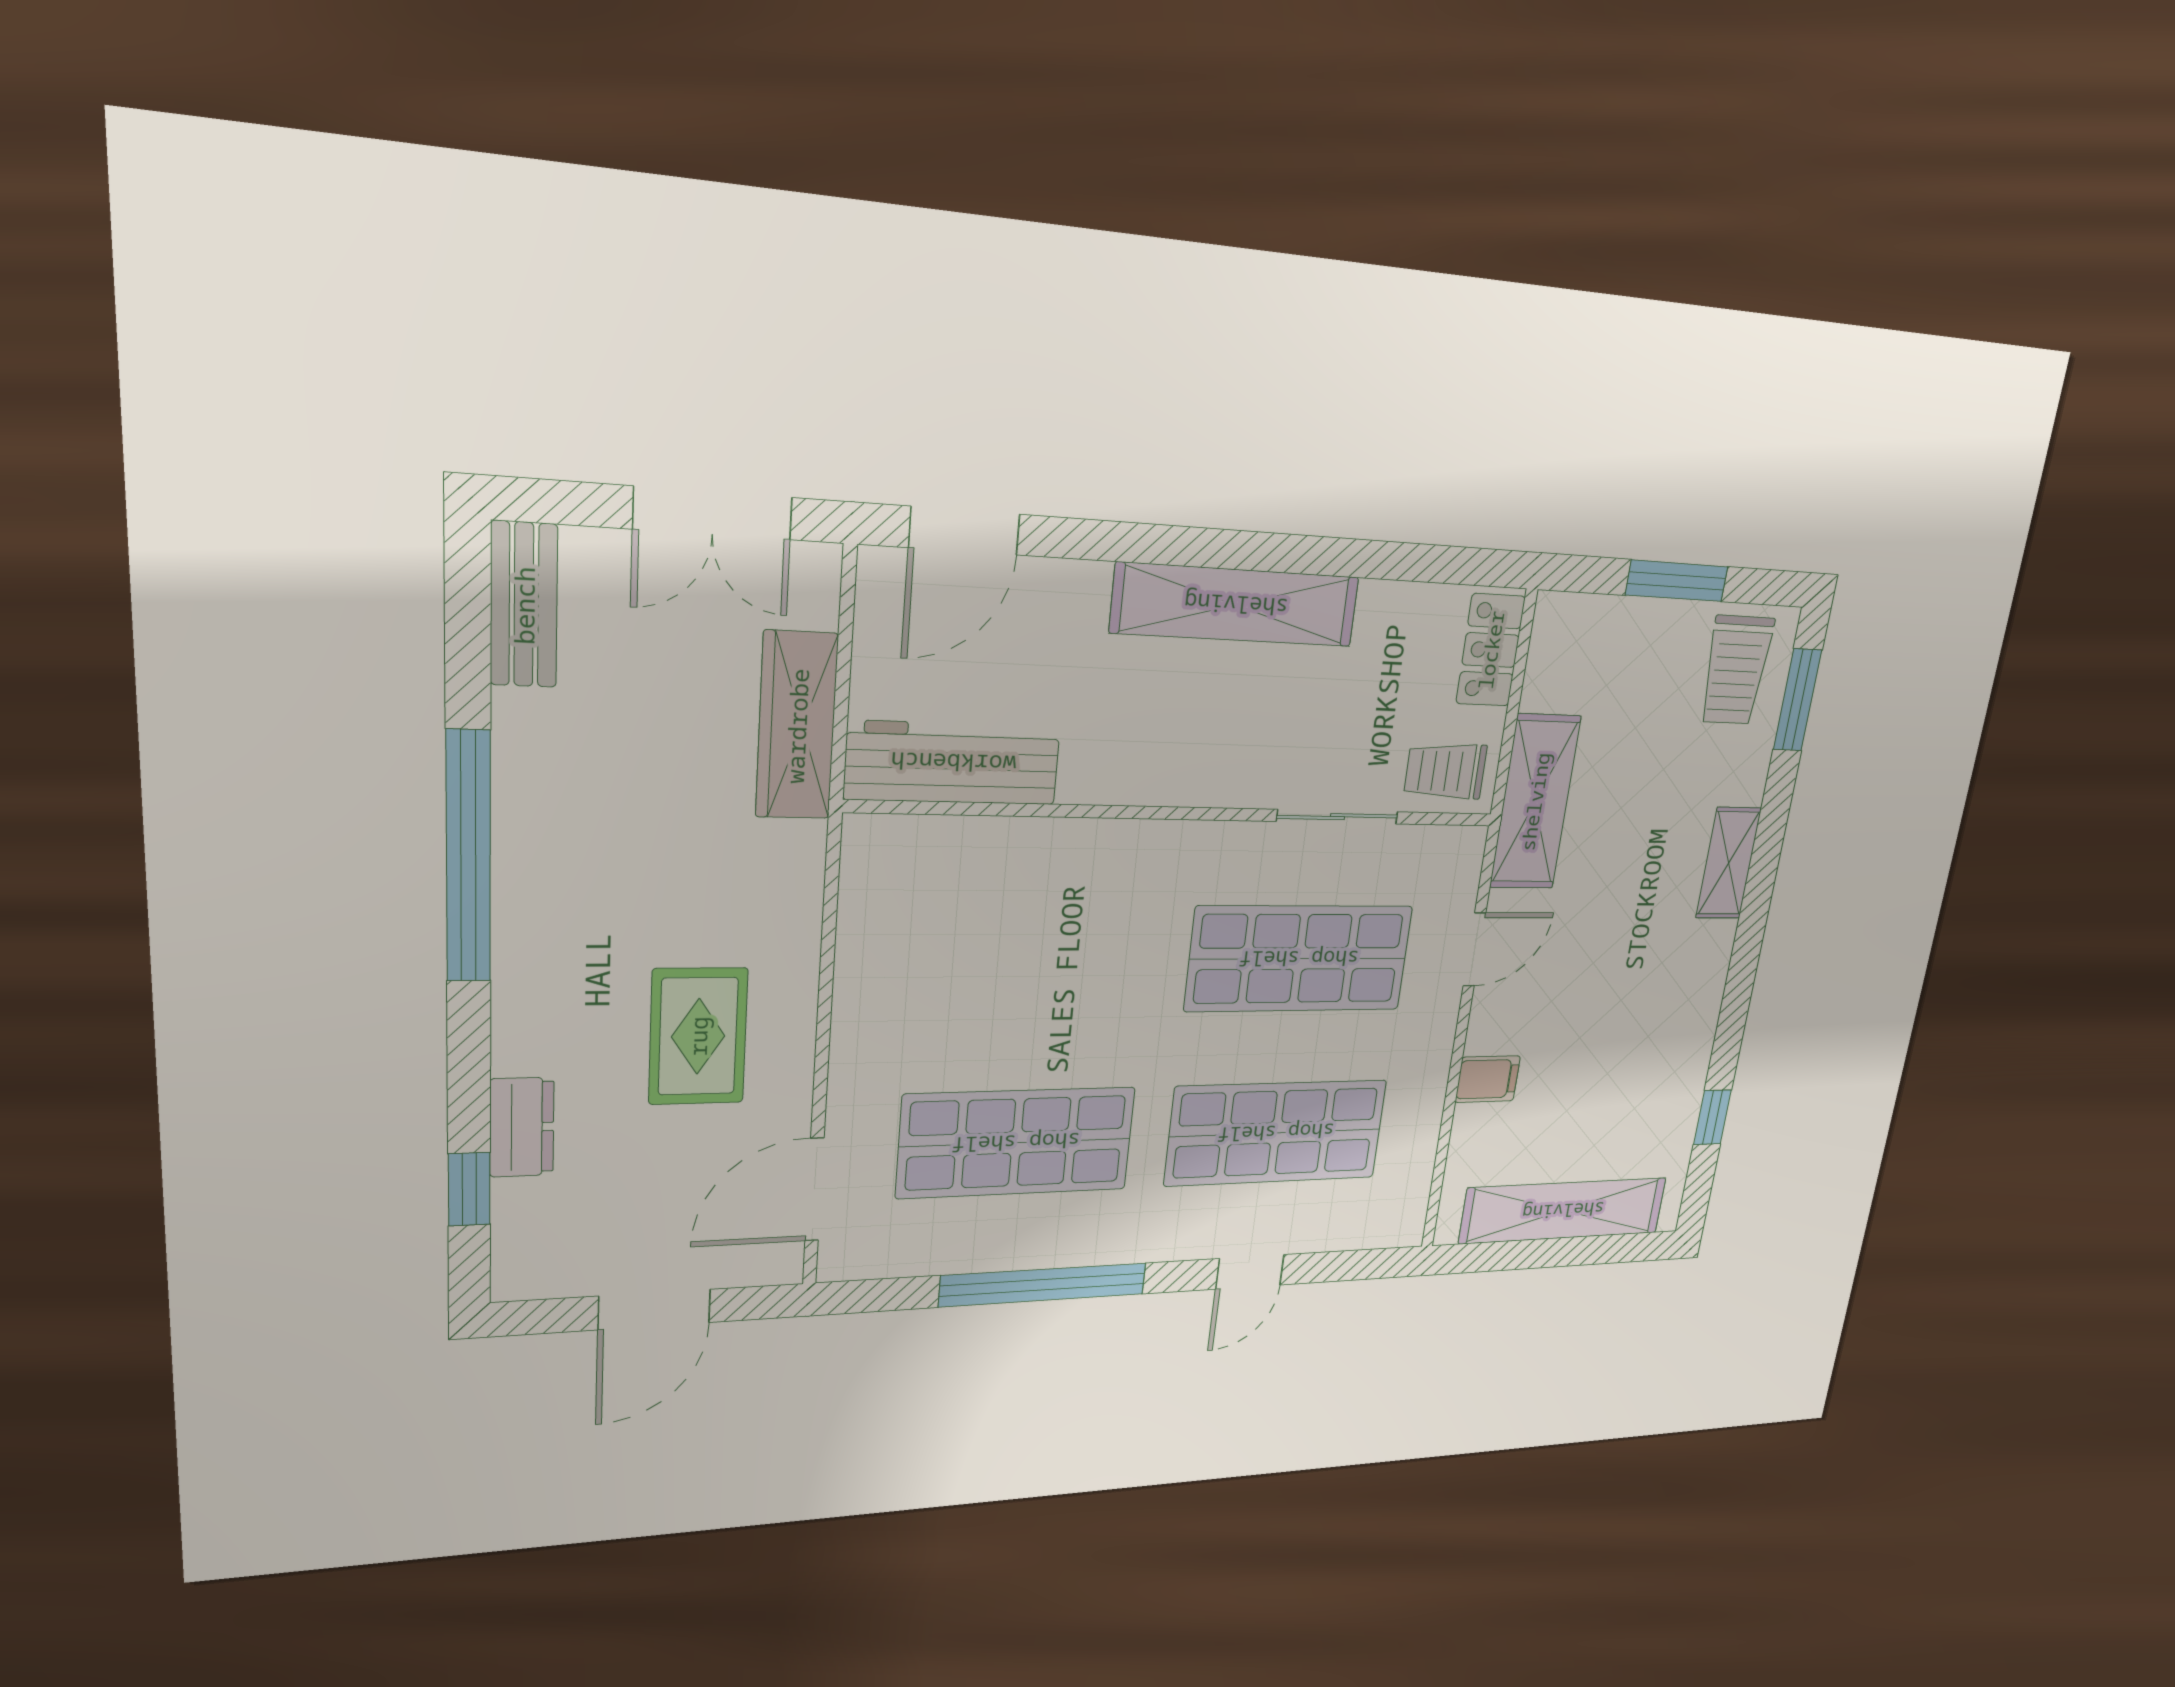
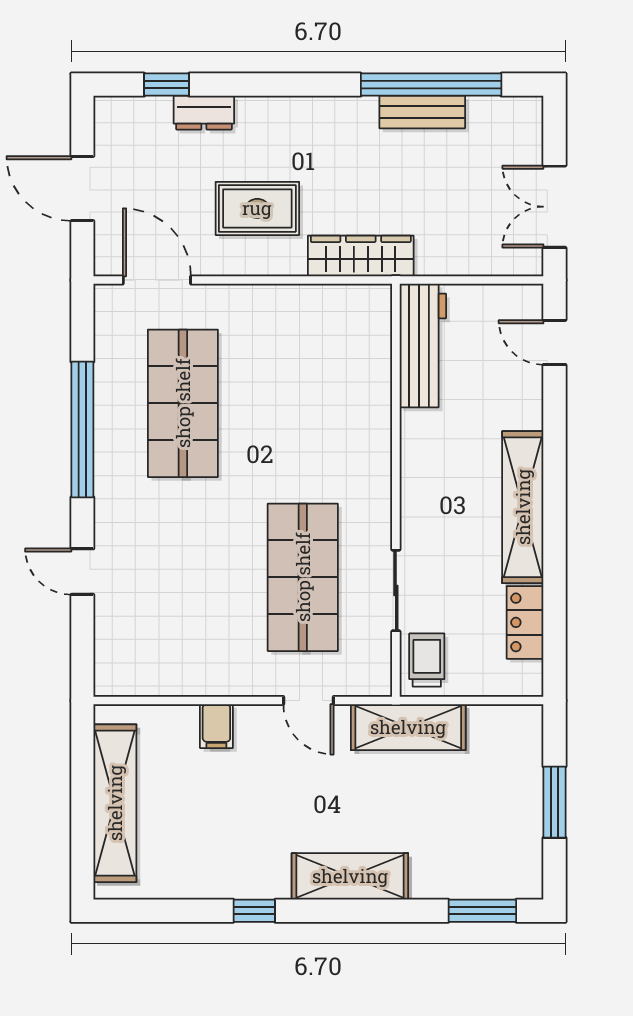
door: (964, 531) -> (555, 342), width x0.73
bench: (524, 605) -> (422, 112), moved
locker: (1491, 650) -> (525, 622), moved, turned -90
trolley: (1736, 670) -> (500, 859), removed
wardrobe: (797, 726) -> (361, 256), moved
window: (468, 857) -> (431, 85), moved
shelving: (1728, 863) -> (350, 876), width x1.50, depth x1.33
window: (1712, 1117) -> (254, 911), moved
shop shelf: (1276, 1133) -> (183, 577), removed

